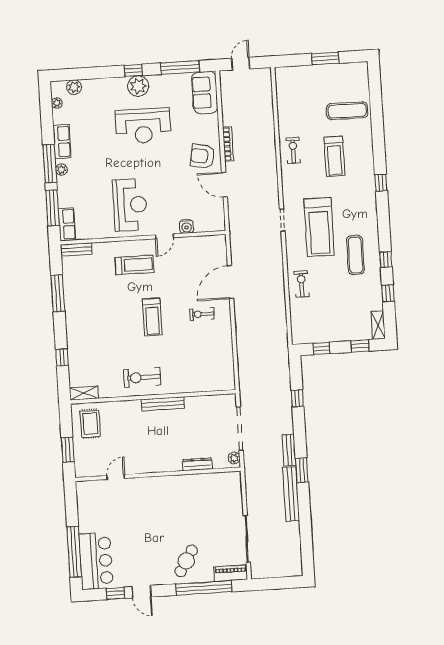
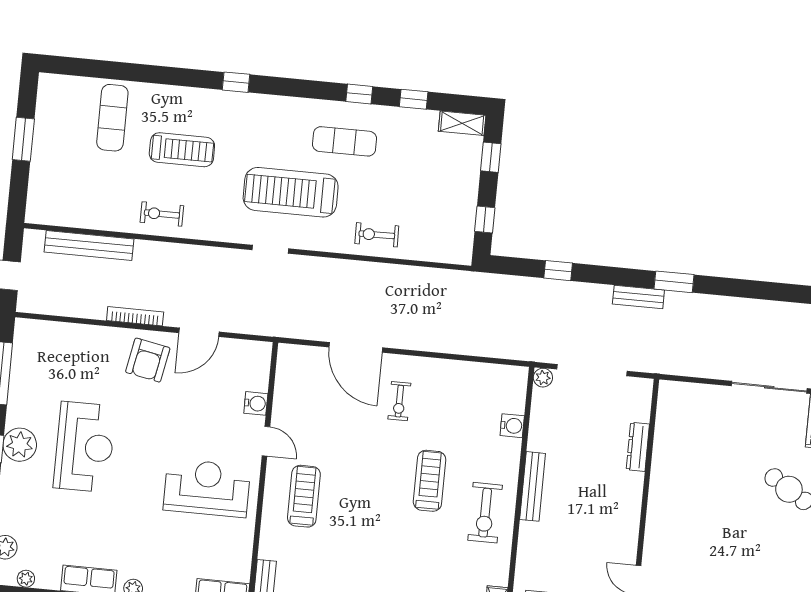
sofa: (205, 93) -> (47, 340), removed
treadmill: (319, 227) -> (291, 192), turned 180
treadmill: (152, 317) -> (430, 481), moved, turned -90
water cooler: (198, 385) -> (512, 426), added
plant: (234, 458) -> (543, 378), moved
bench: (291, 494) -> (89, 245), moved

